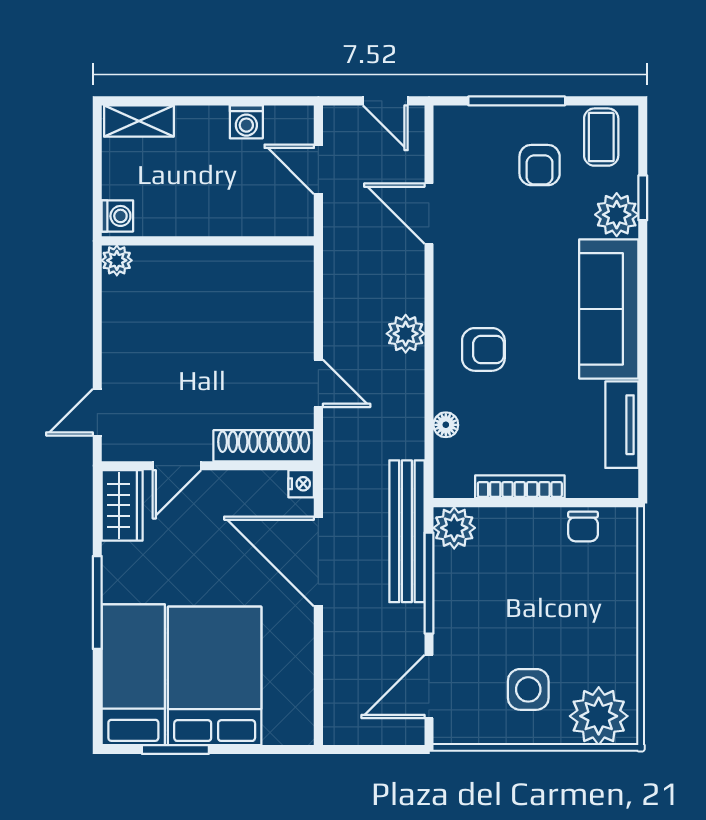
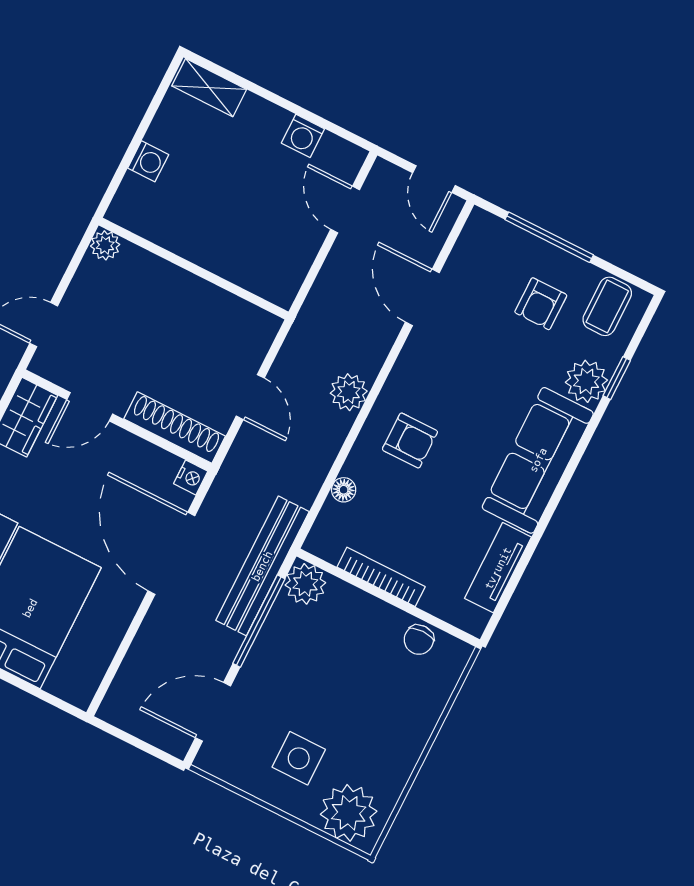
wall: (208, 241) -> (194, 269), moved
plant: (117, 260) -> (105, 245), moved

